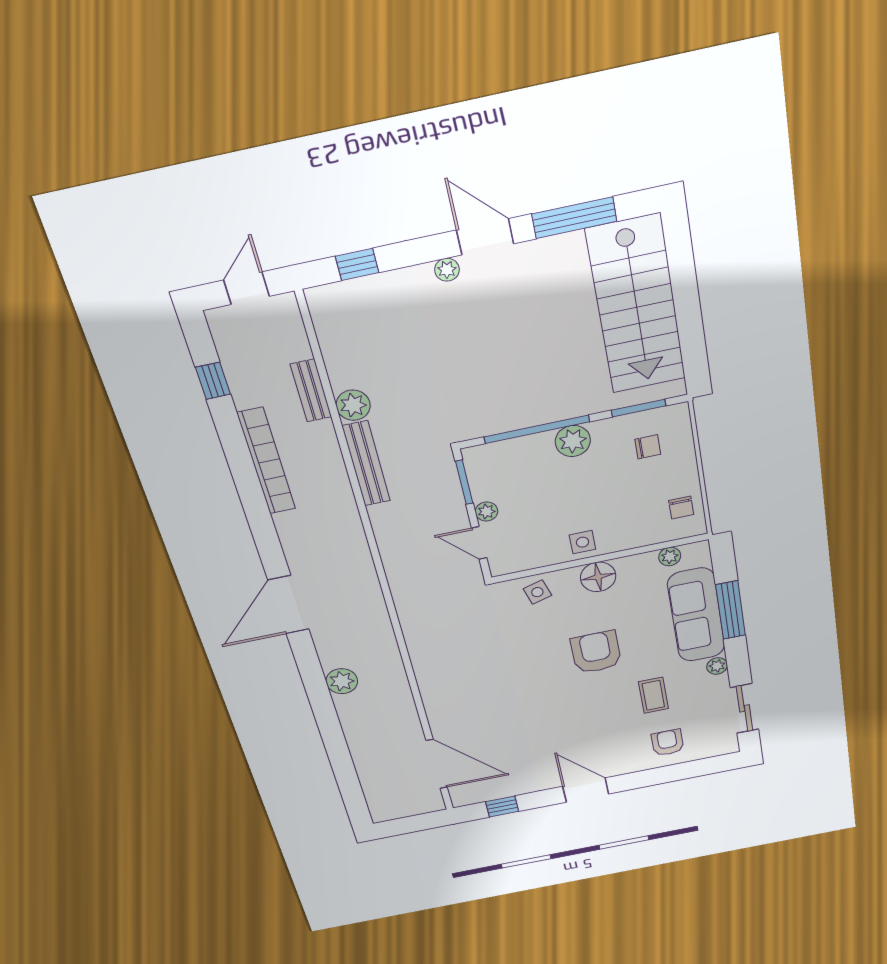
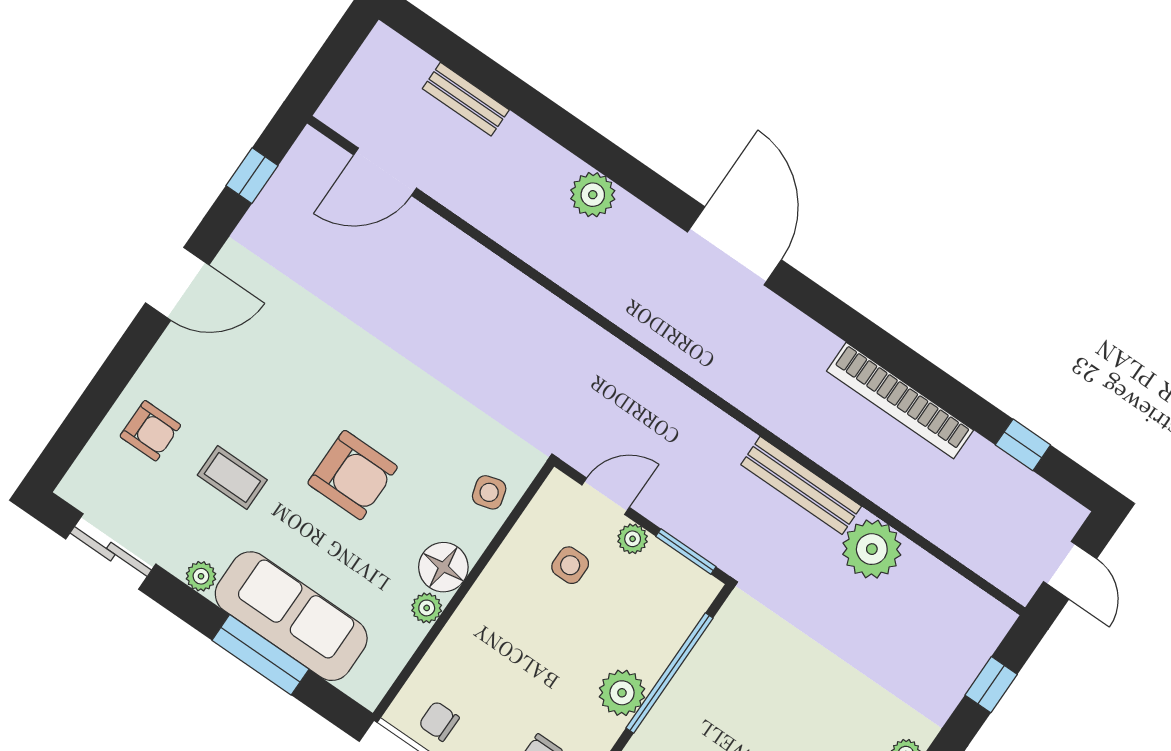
bench: (311, 391) -> (466, 99), moved
plant: (353, 405) -> (872, 549), width x1.36, depth x1.36
side table: (582, 542) -> (570, 565), moved
plant: (670, 557) -> (427, 608), moved
door: (437, 764) -> (385, 172), width x0.73

